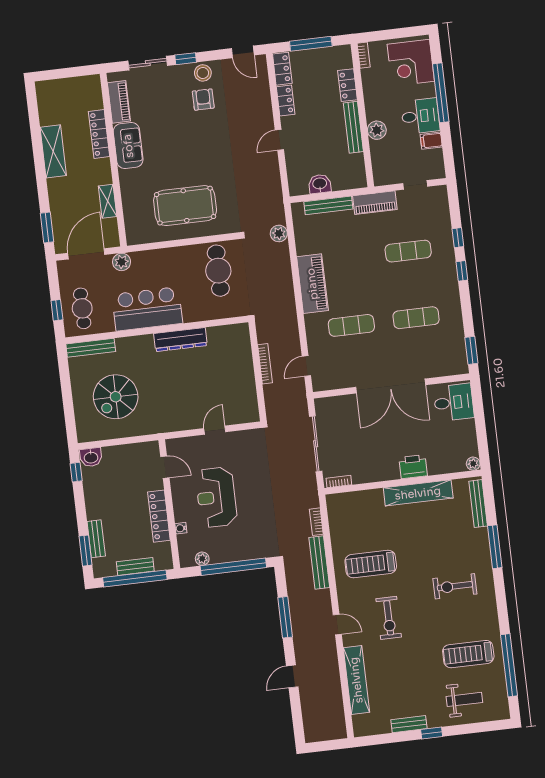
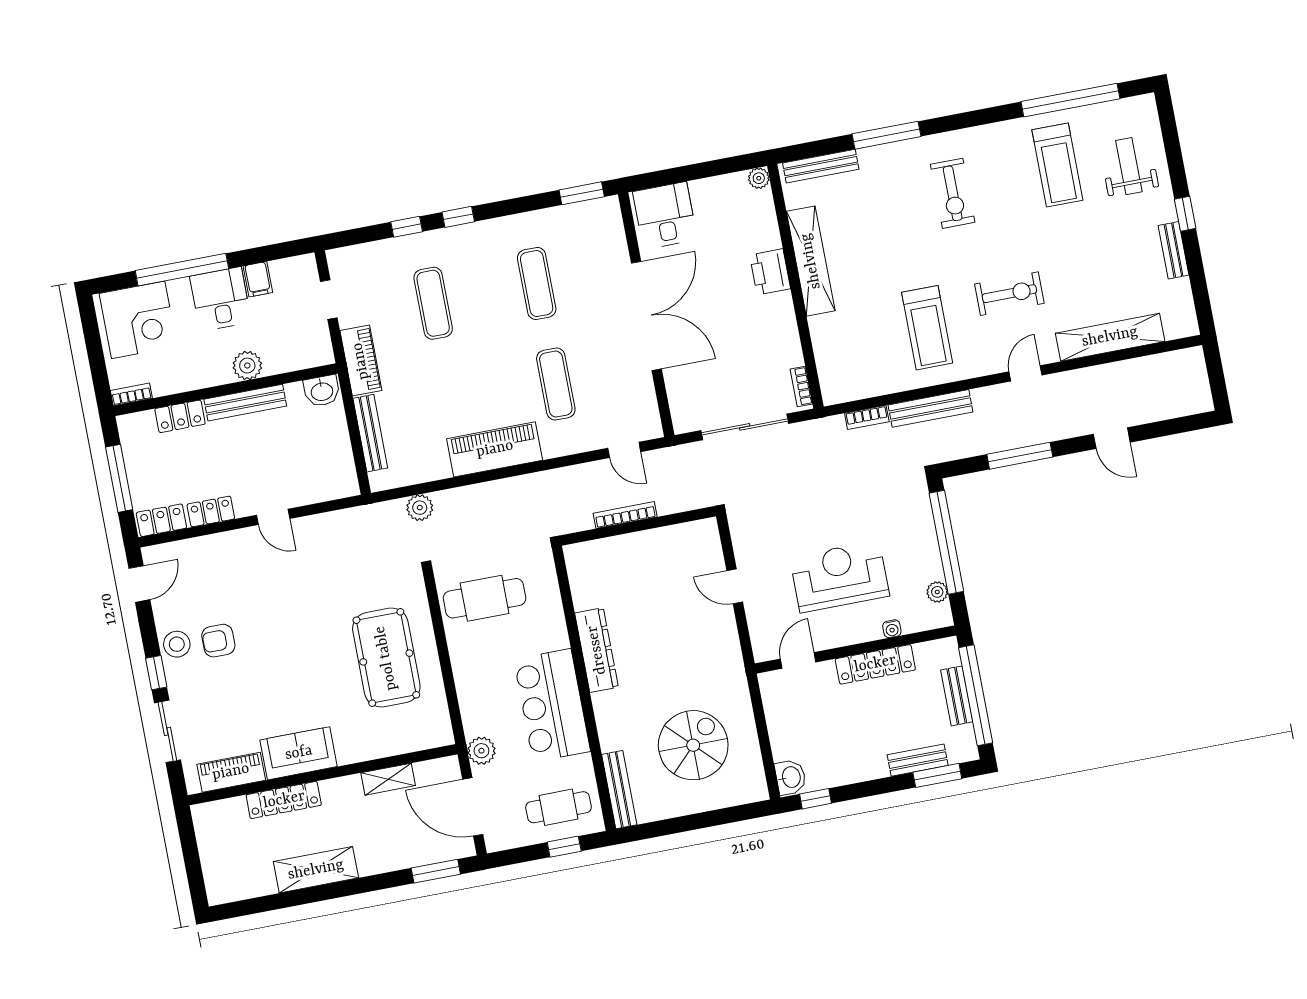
washbasin: (320, 184) -> (322, 391), moved, turned -90
spiral stairs: (116, 397) -> (693, 745), turned -90
reception desk: (216, 497) -> (840, 577), turned 180

